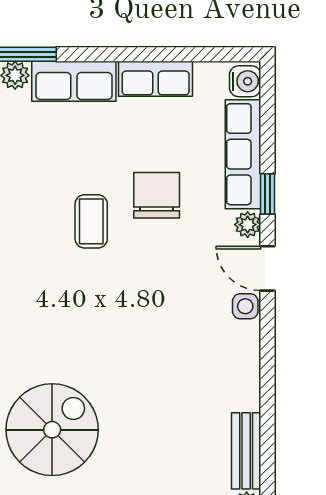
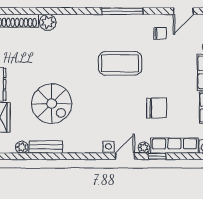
coffee table: (91, 221) -> (120, 63), moved, width x1.86, depth x1.72
spiral stairs: (52, 430) -> (52, 104), moved

